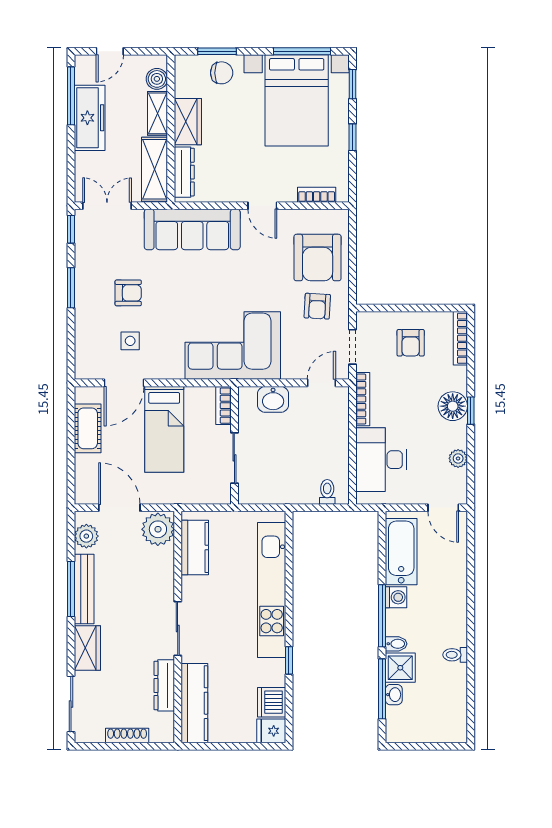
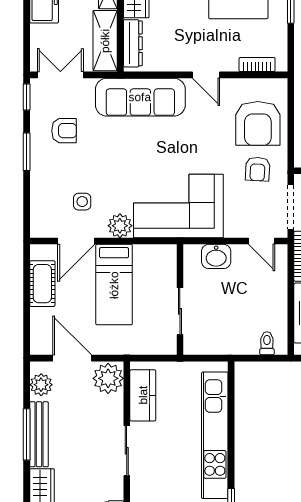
armchair: (128, 293) -> (64, 131), moved
doorway: (353, 347) -> (291, 207), width x1.38
plant: (170, 367) -> (120, 226), added
door: (321, 383) -> (262, 241), swing flipped
bookcase: (223, 406) -> (170, 262), removed
sliding door: (178, 628) -> (127, 451), moved

